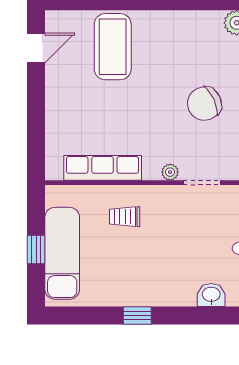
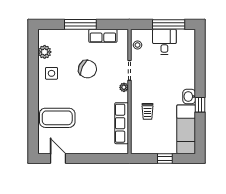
side table: (196, 36) -> (51, 73), added
chair: (204, 104) -> (87, 69), turned -39
exam couch: (62, 253) -> (186, 129), moved, turned -90
washbasin: (211, 295) -> (189, 96), moved

